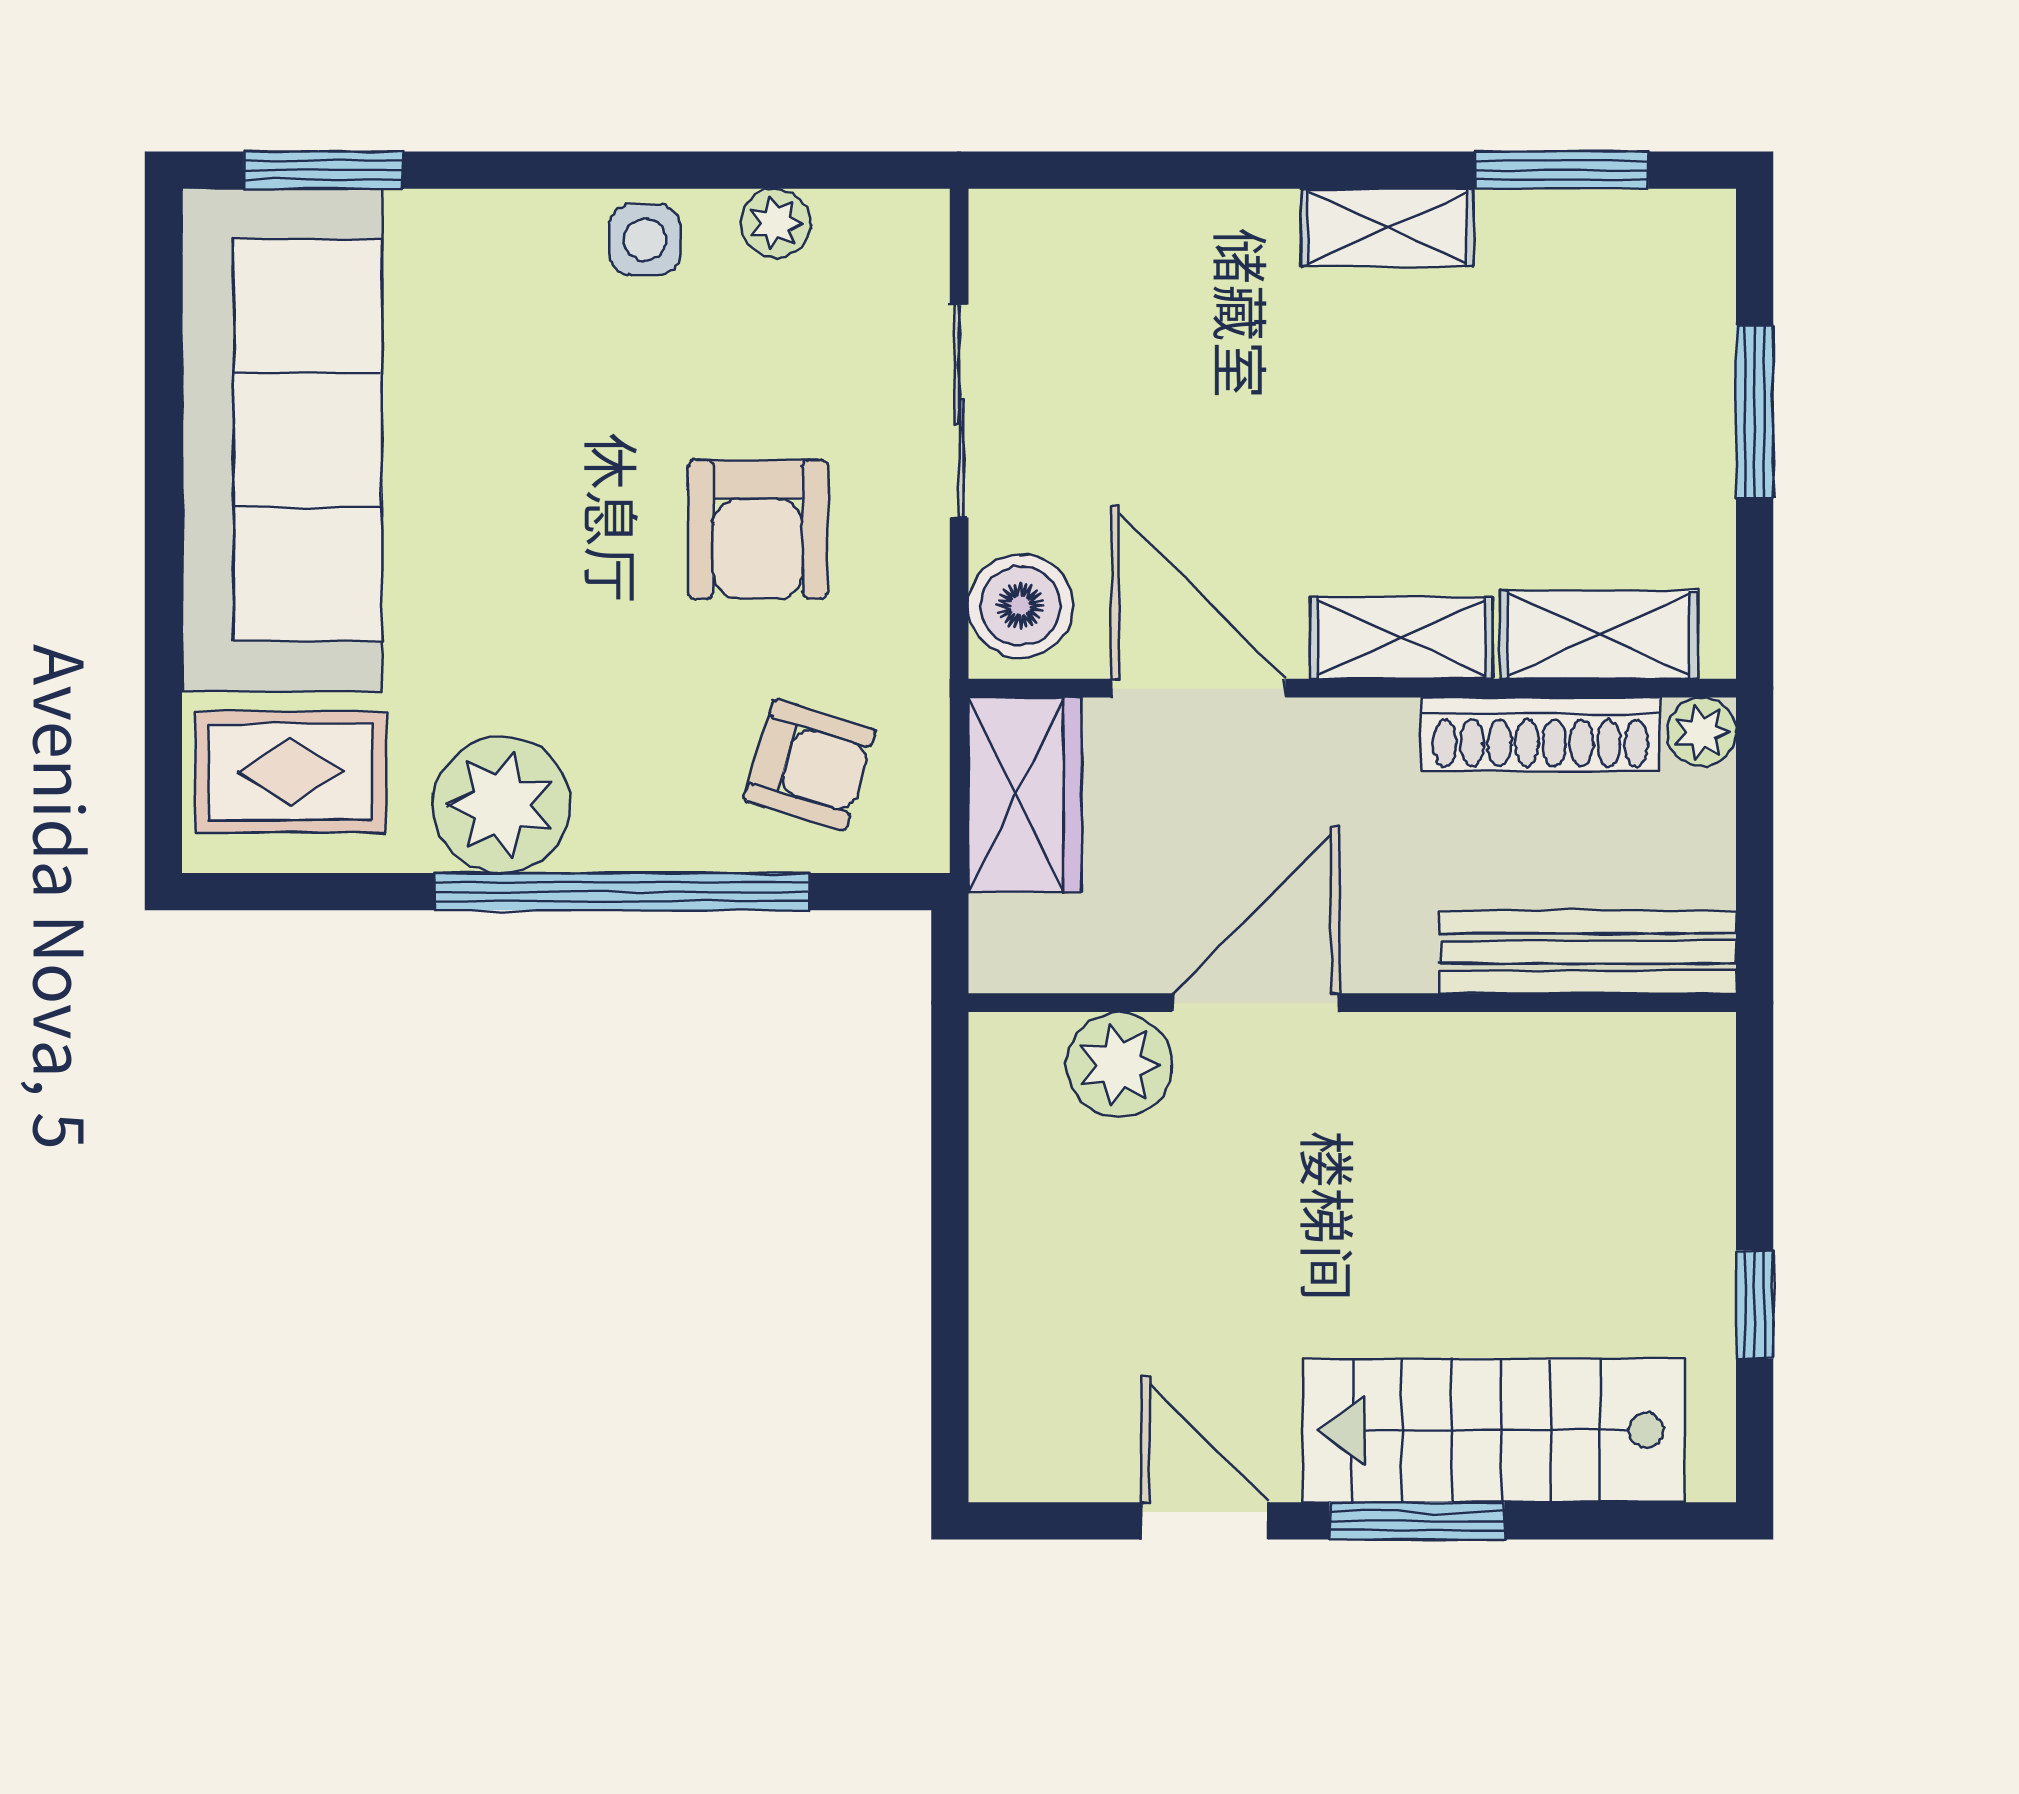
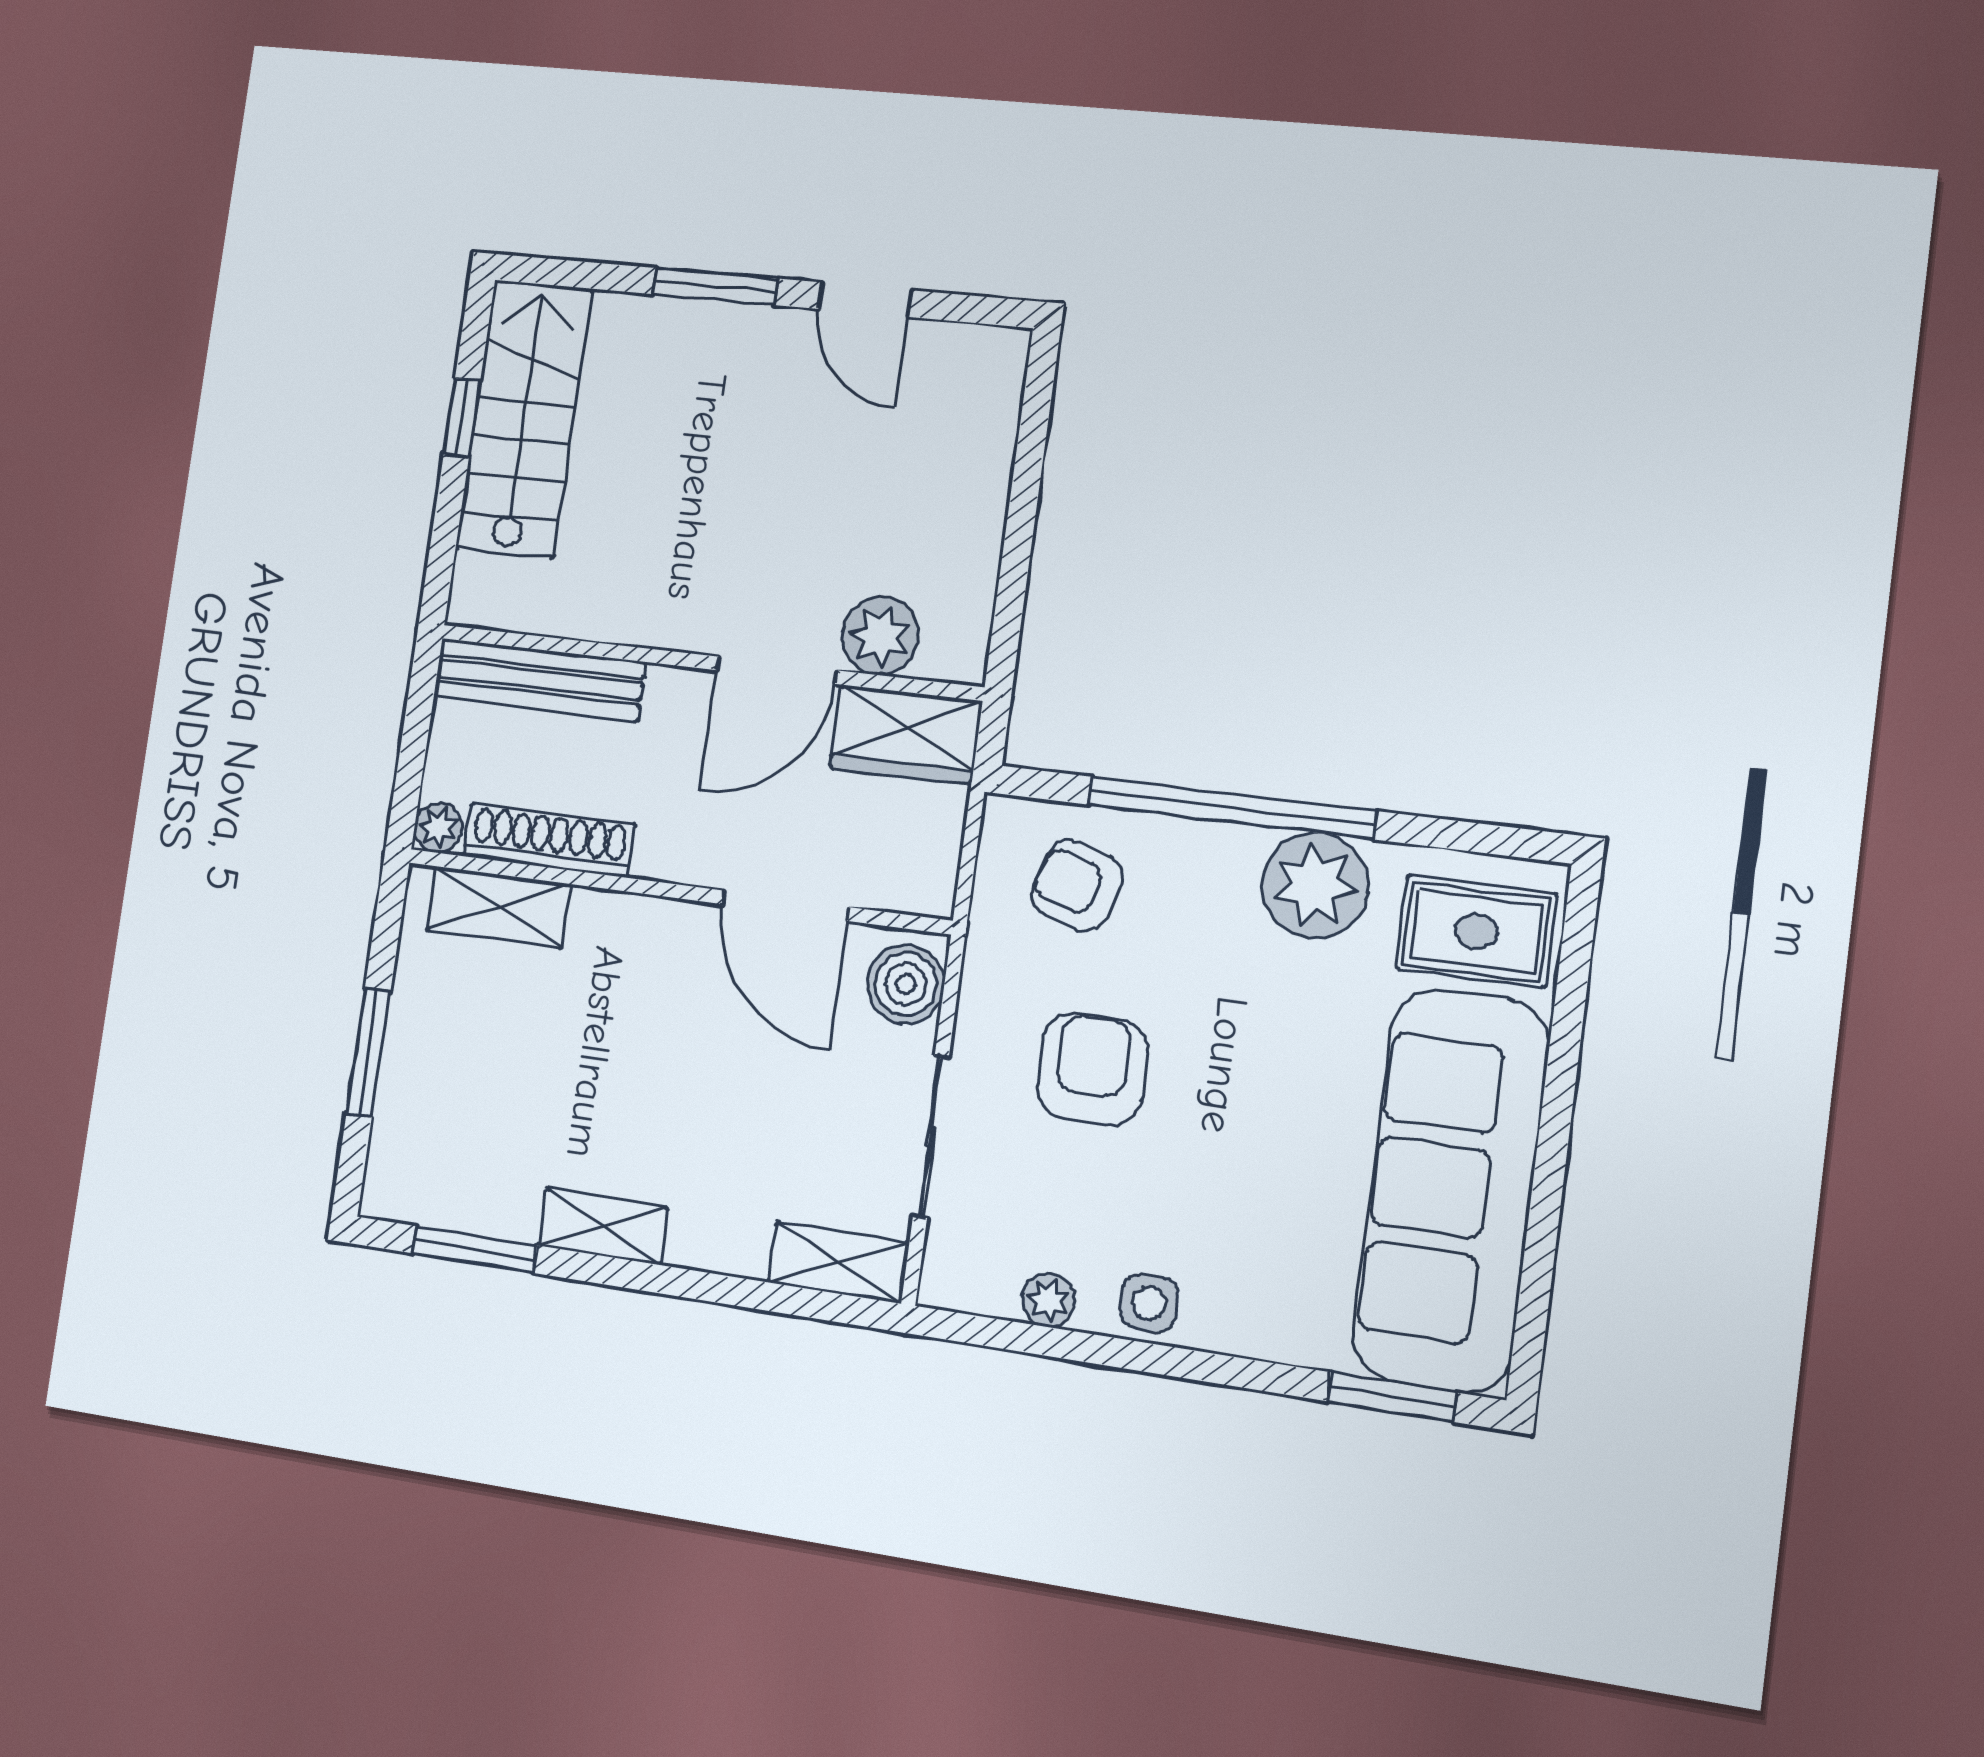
shelving: (1401, 638) -> (839, 1262), moved
wardrobe: (1025, 795) -> (906, 734), moved, turned -90
stairs: (1494, 1430) -> (524, 418), moved, turned -90

